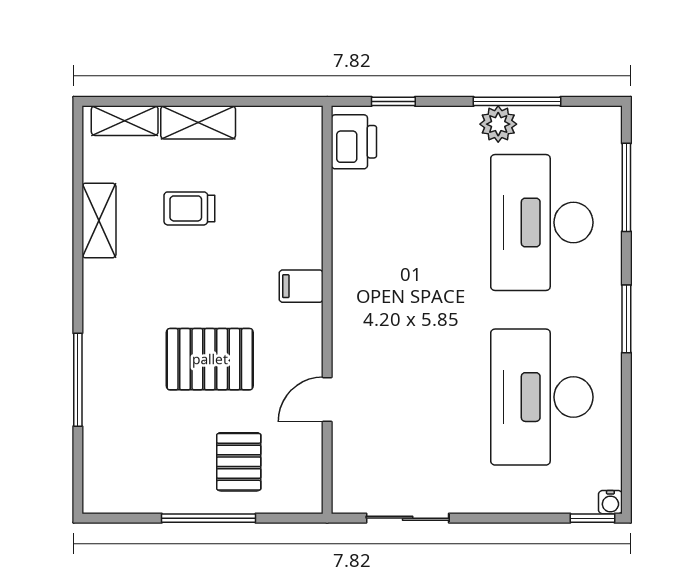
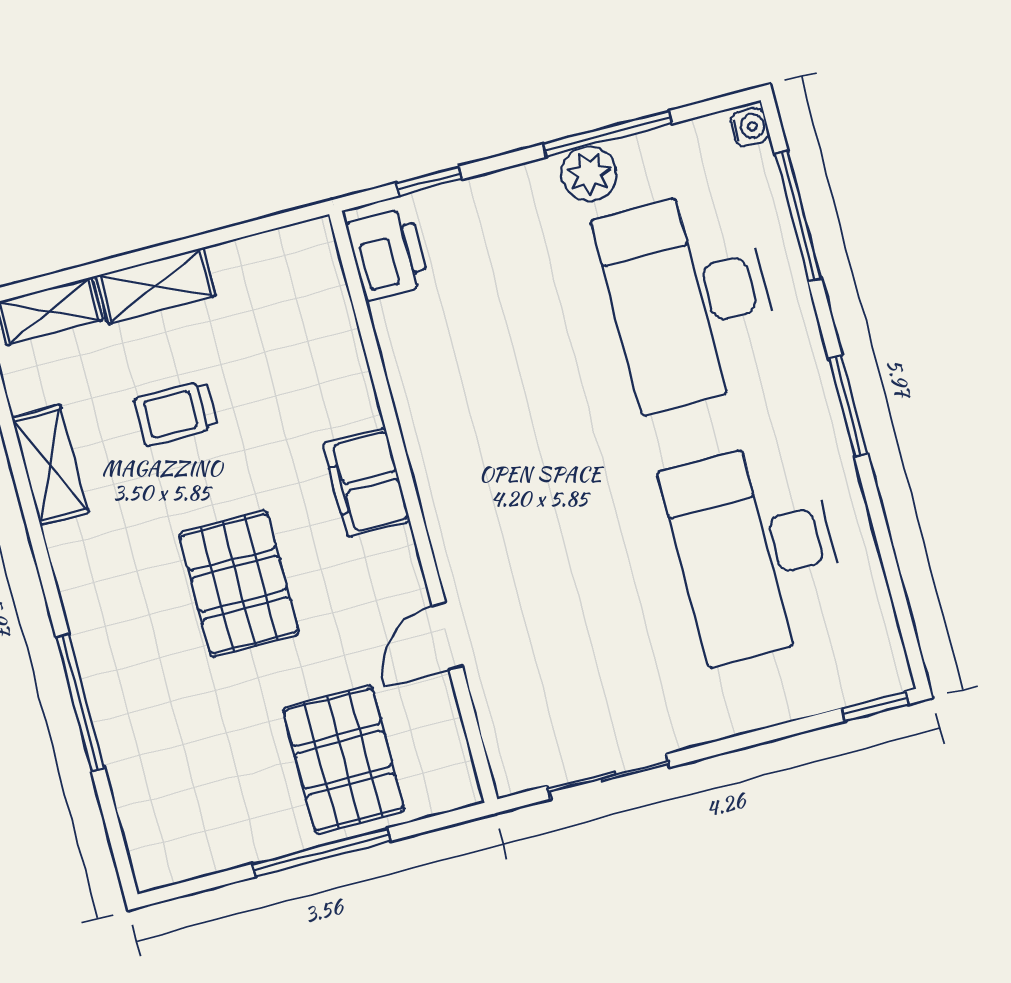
filing cabinet: (301, 286) -> (367, 483), width x2.00
pallet: (210, 359) -> (239, 584), moved, turned 90
pallet: (239, 462) -> (344, 760), width x1.50, depth x1.42
water cooler: (610, 502) -> (750, 127), moved, turned -90

